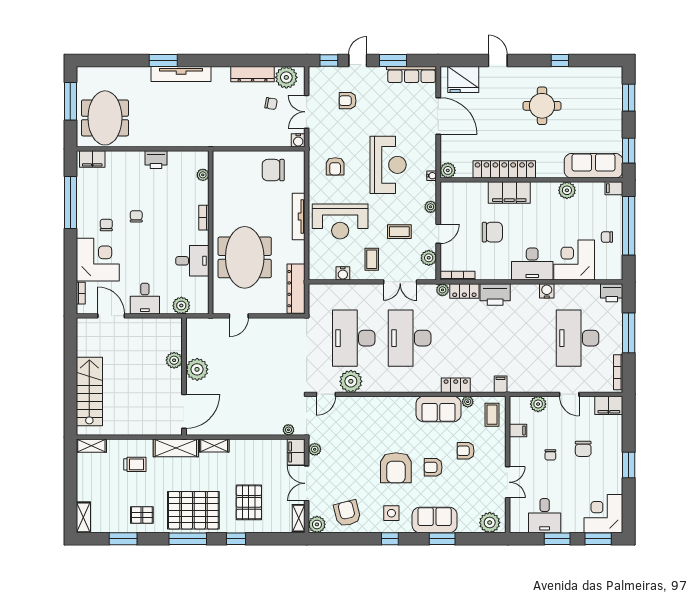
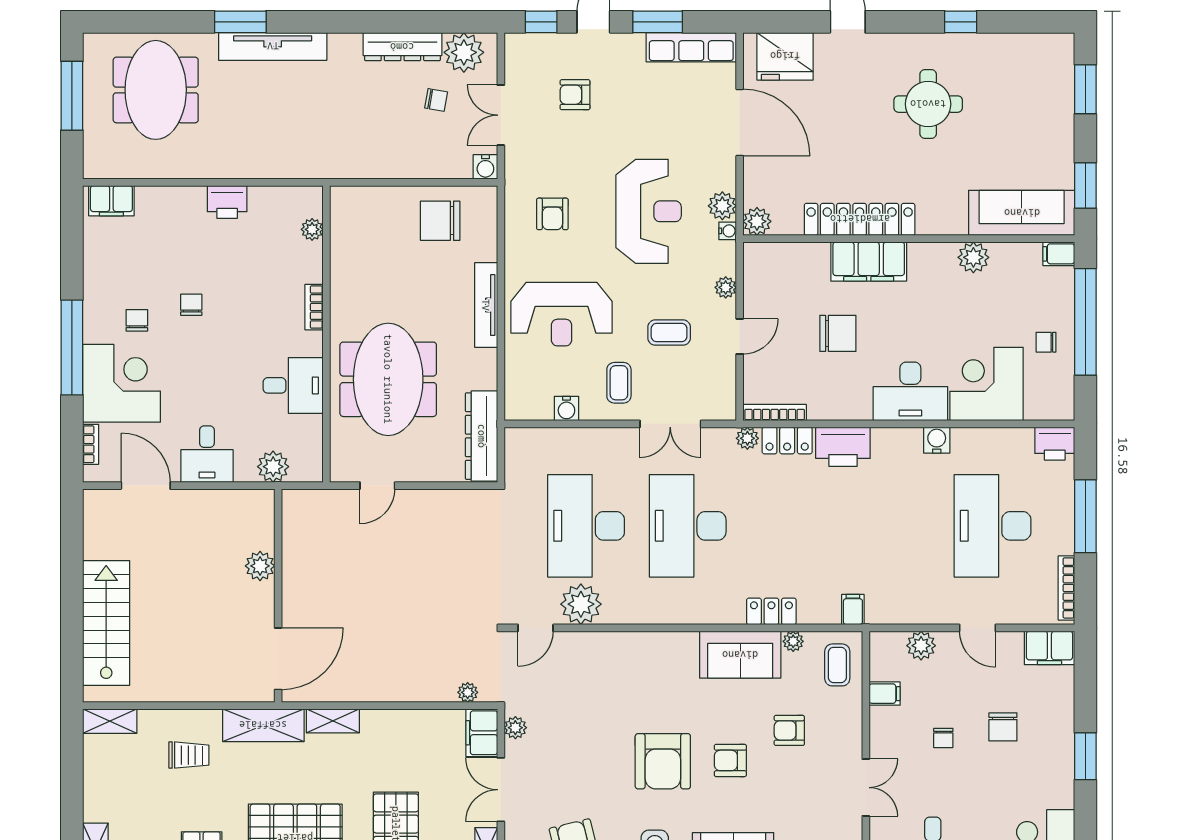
meeting table: (105, 118) -> (156, 90), moved
window: (70, 202) -> (72, 348), moved
plant: (429, 258) -> (722, 206), moved
plant: (197, 369) -> (302, 583), removed

